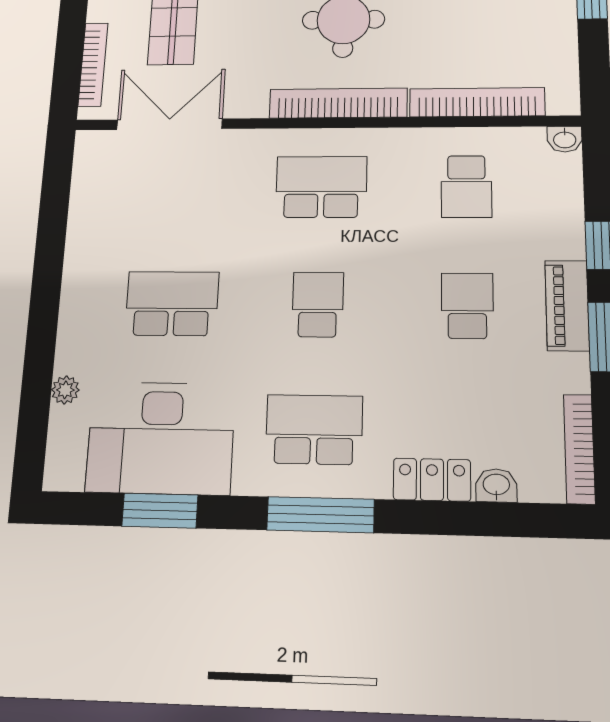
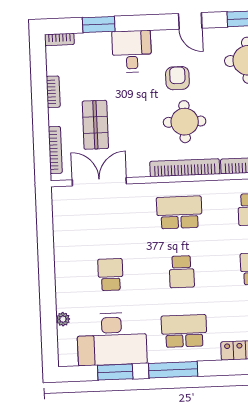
school desk: (172, 303) -> (111, 275), width x0.54
school desk: (318, 305) -> (182, 272), turned 180
window: (320, 515) -> (173, 370), moved

